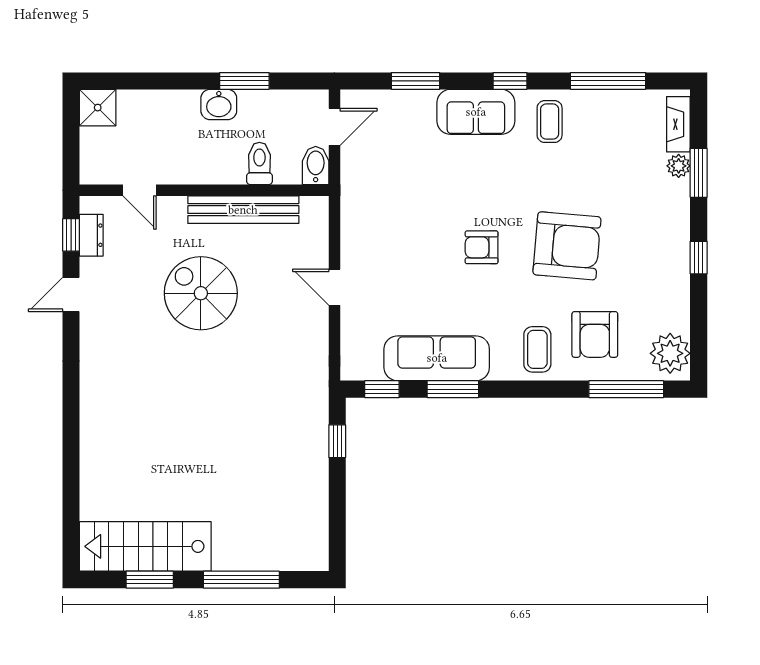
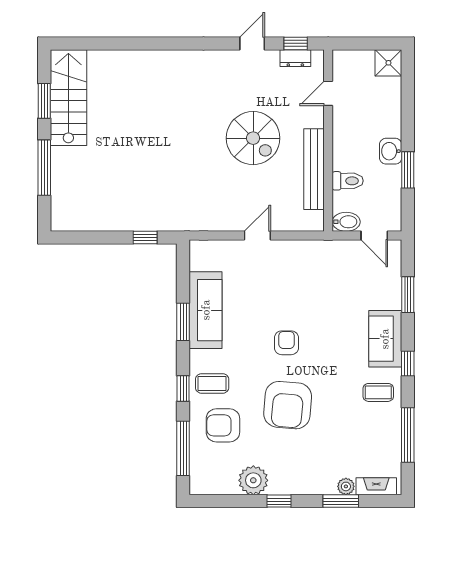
spiral stairs: (201, 293) -> (253, 138), turned 90
door: (71, 294) -> (252, 43), hinge flipped
plant: (670, 353) -> (253, 480), moved
window: (382, 389) -> (183, 389), moved

